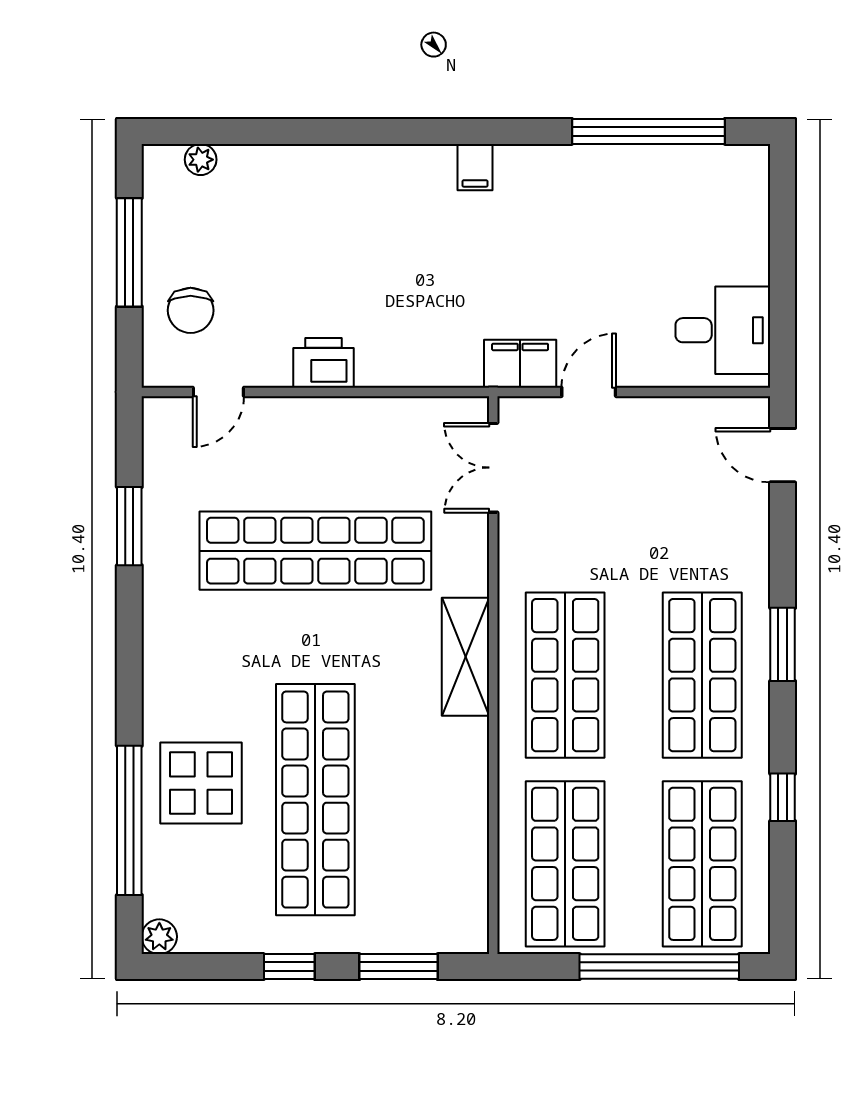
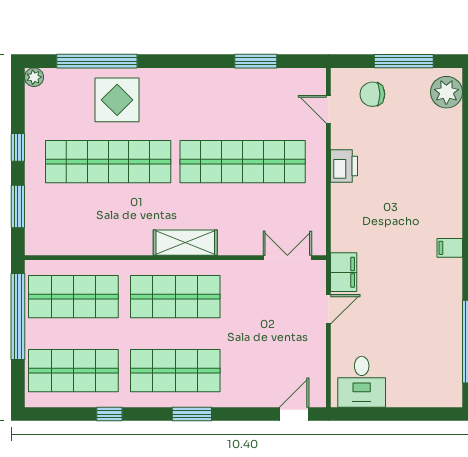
plant: (201, 160) -> (446, 92), width x1.87, depth x1.87
door: (589, 392) -> (328, 309), hinge flipped
shop shelf: (315, 551) -> (243, 162), turned 90
window: (659, 967) -> (18, 316), moved

